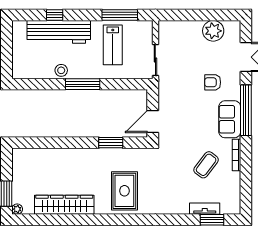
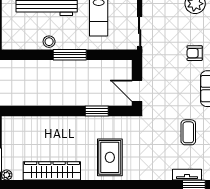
door: (153, 121) -> (137, 91), hinge flipped
coffee table: (206, 165) -> (188, 132), turned -37

